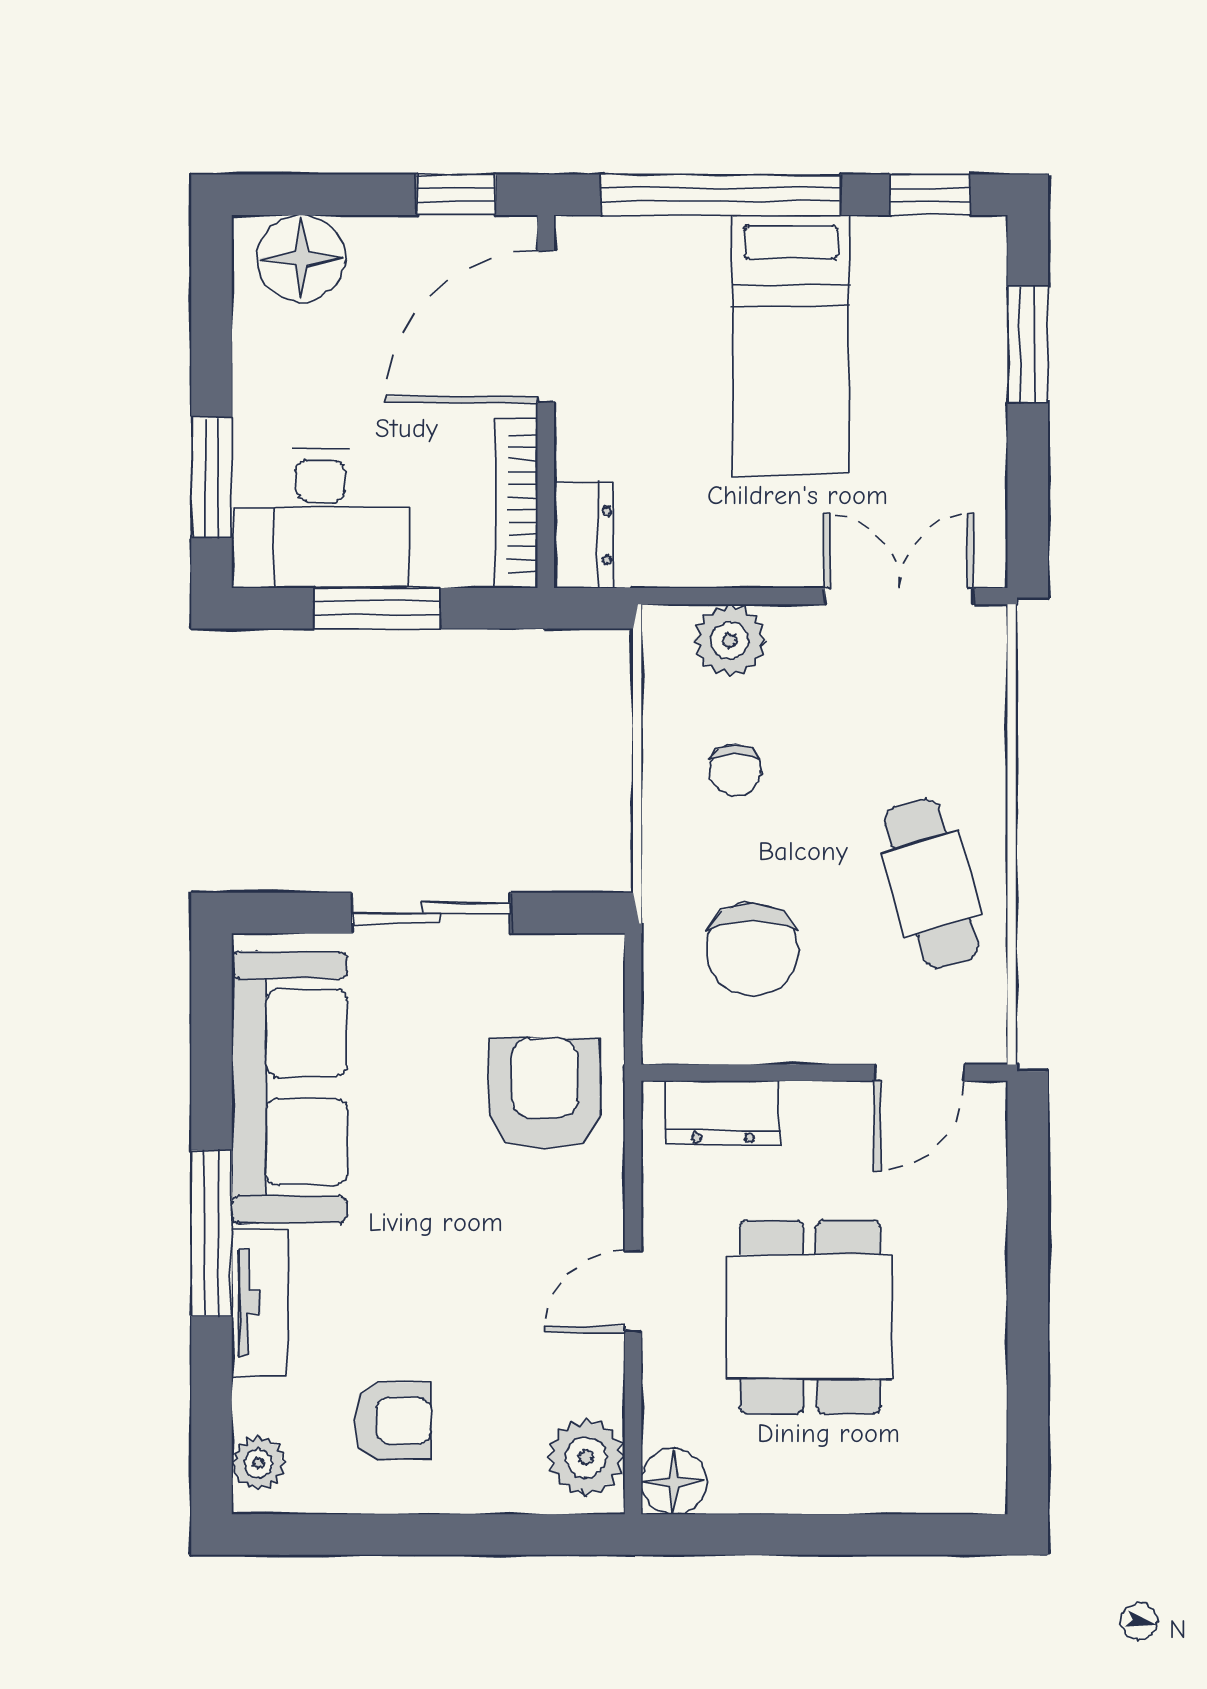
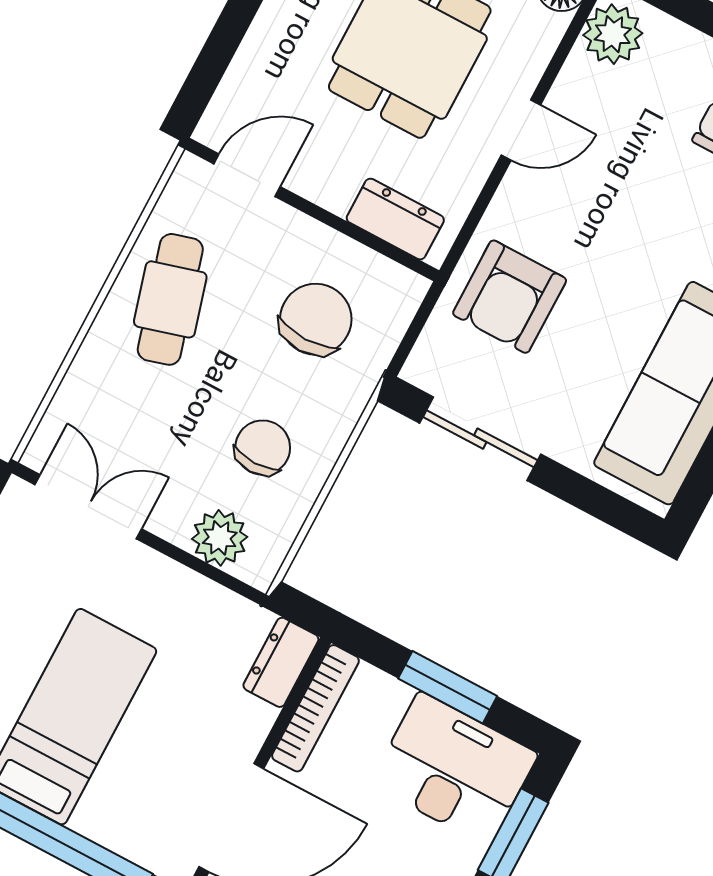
double door: (899, 596) -> (88, 507), swing flipped
chair: (735, 770) -> (263, 448), width x1.37, depth x1.37
sliding door: (431, 913) -> (480, 439), moved

